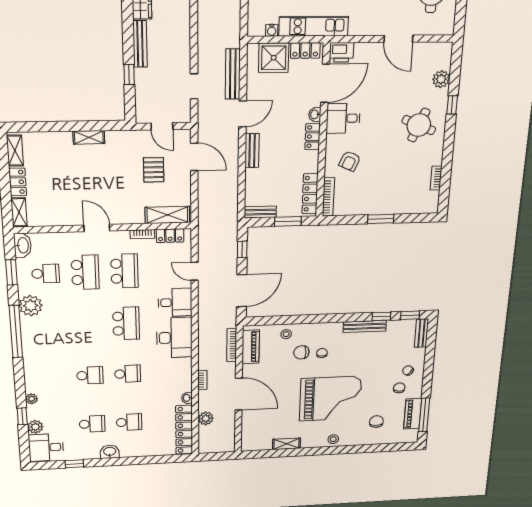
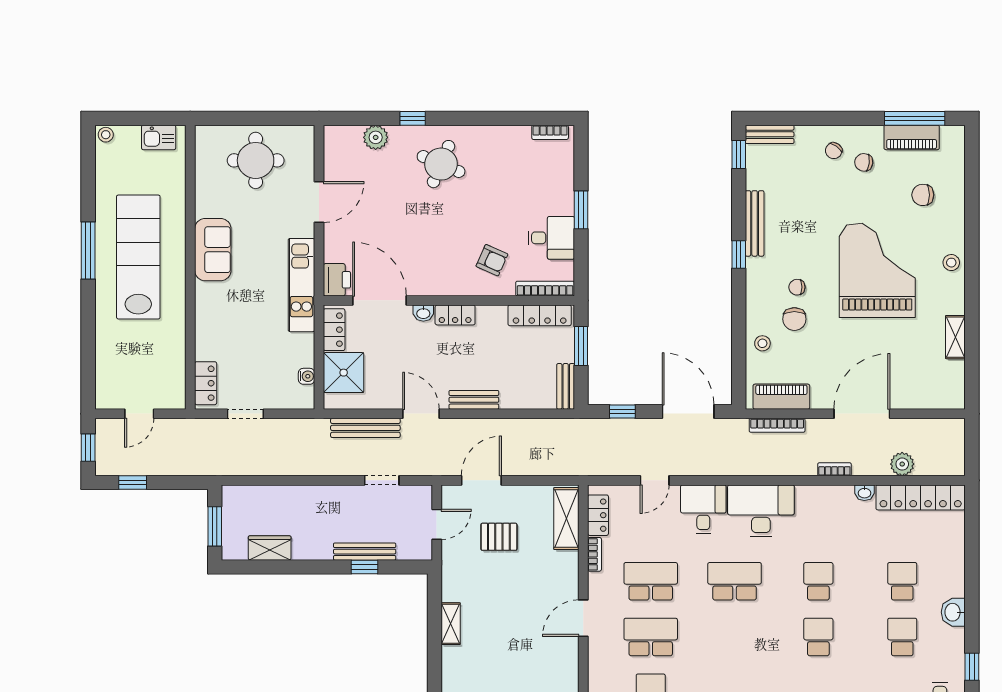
kitchen unit: (314, 26) -> (301, 285), moved
bench: (140, 44) -> (365, 552), moved
desk: (343, 118) -> (551, 238), moved, turned -90
bookcase: (436, 178) -> (550, 132), moved
window: (381, 316) -> (739, 254), moved

